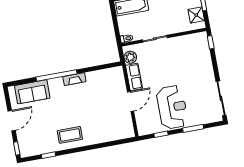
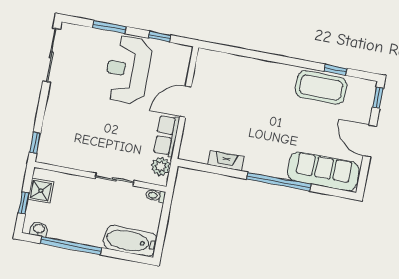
fireplace: (74, 79) -> (226, 161), moved
sofa: (32, 92) -> (323, 171), width x1.36
door: (12, 121) -> (370, 141), hinge flipped
coffee table: (70, 135) -> (321, 87), moved, width x1.36, depth x1.32

